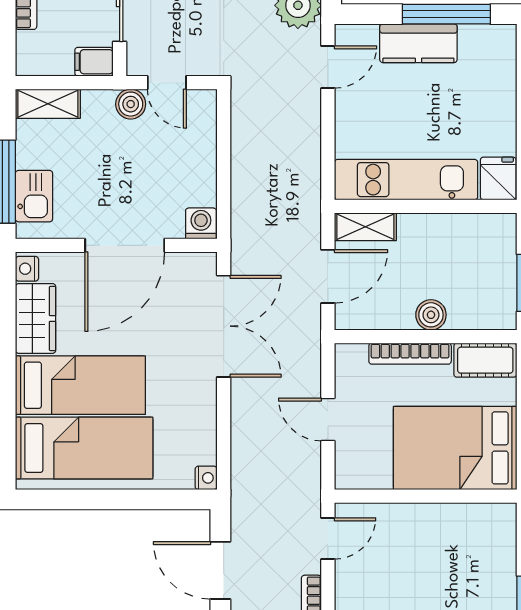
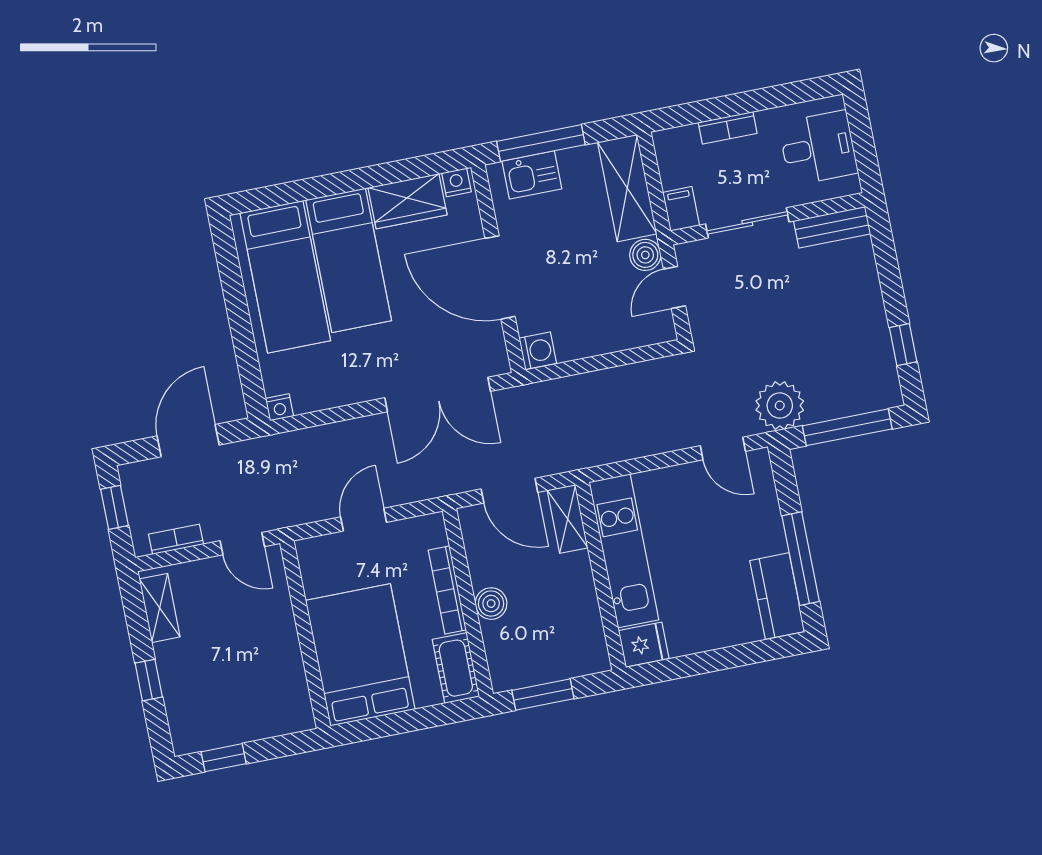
kitchen counter: (418, 43) -> (777, 596), moved
shelving: (48, 104) -> (627, 188), width x1.50, depth x1.33

